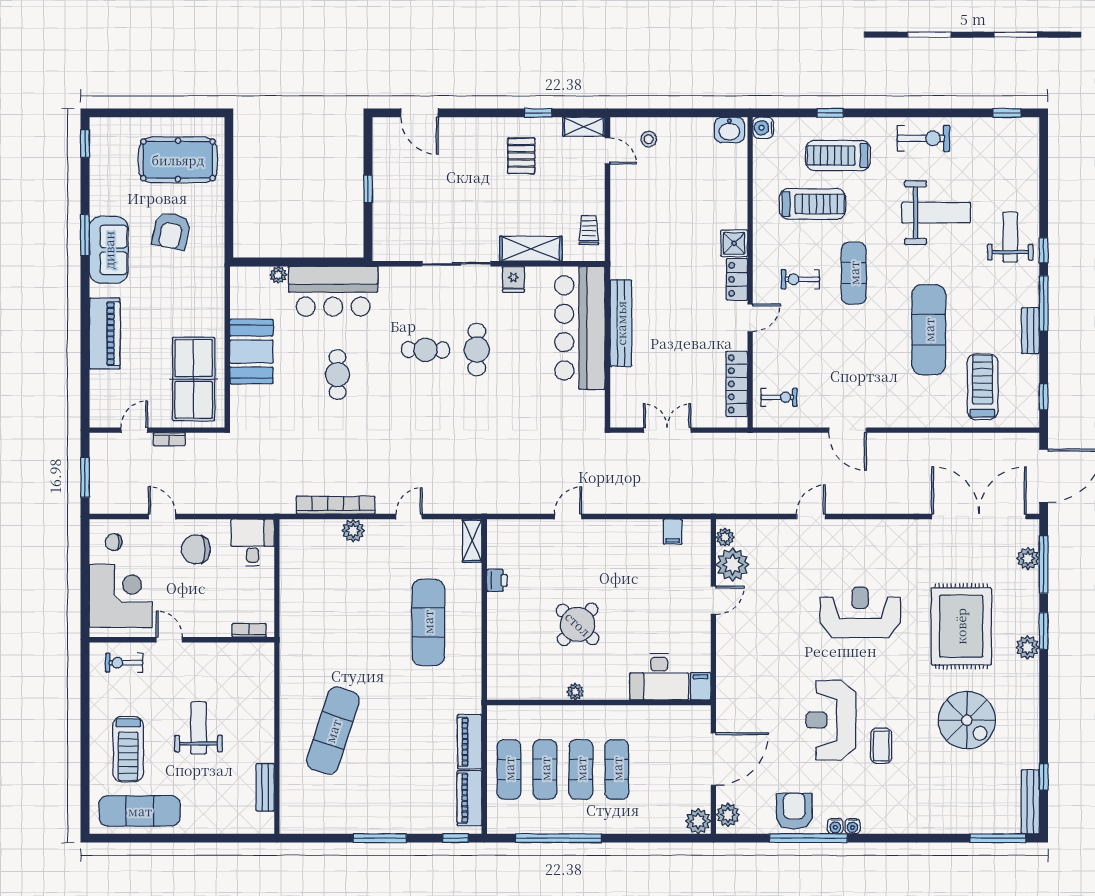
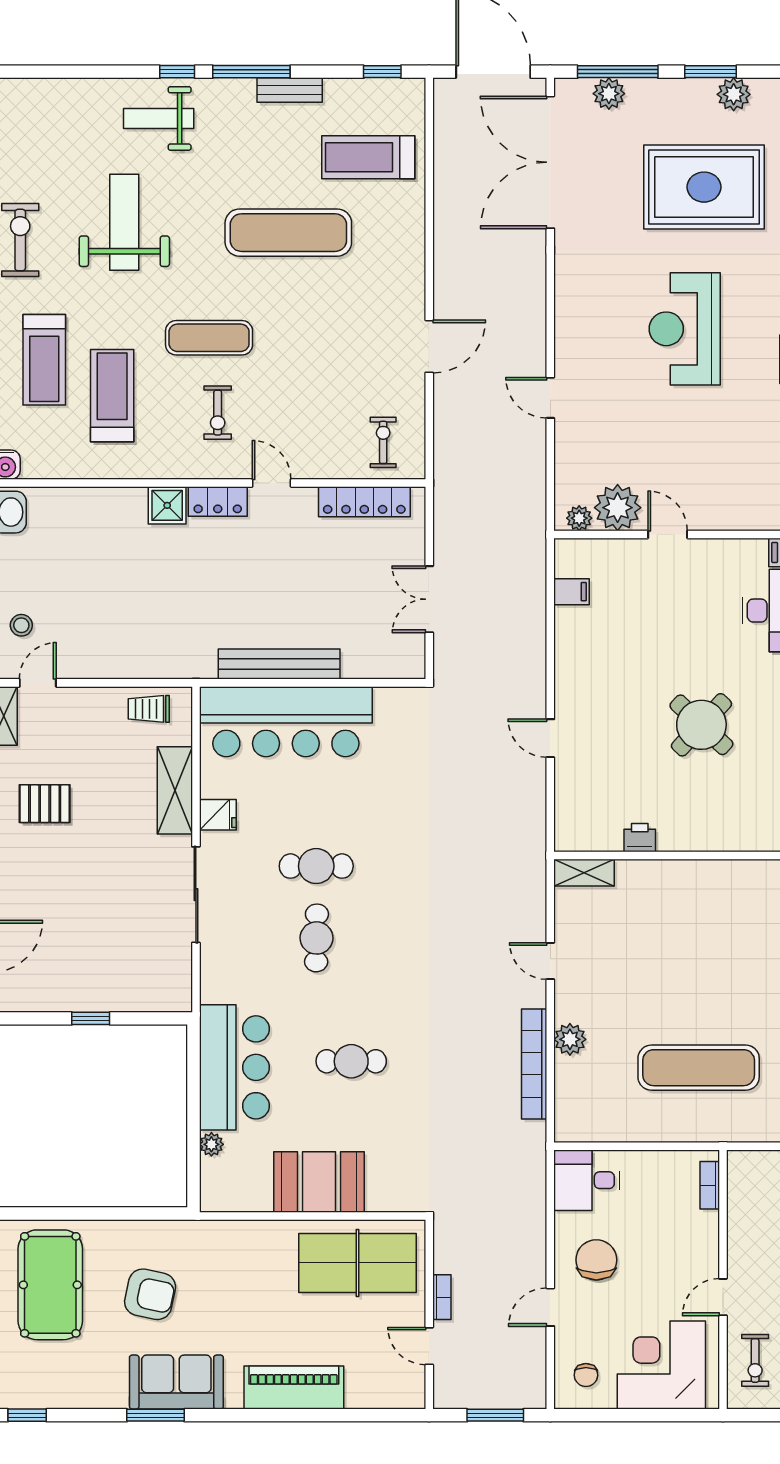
chair: (196, 549) -> (596, 1260), turned 180
exercise mat: (428, 622) -> (699, 1068), moved

